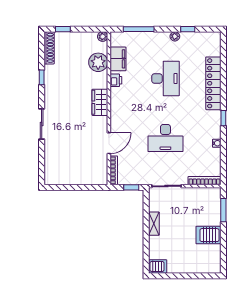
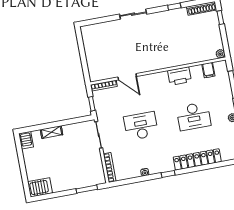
filing cabinet: (118, 59) -> (208, 70), width x0.50
plant: (98, 62) -> (197, 54), removed
printer: (116, 80) -> (179, 76), width x1.87, depth x1.48
wardrobe: (100, 102) -> (162, 62), removed
desk: (165, 138) -> (141, 126), turned 90
shelving: (154, 224) -> (52, 132), moved
server rack: (208, 235) -> (40, 187), moved, turned 90

